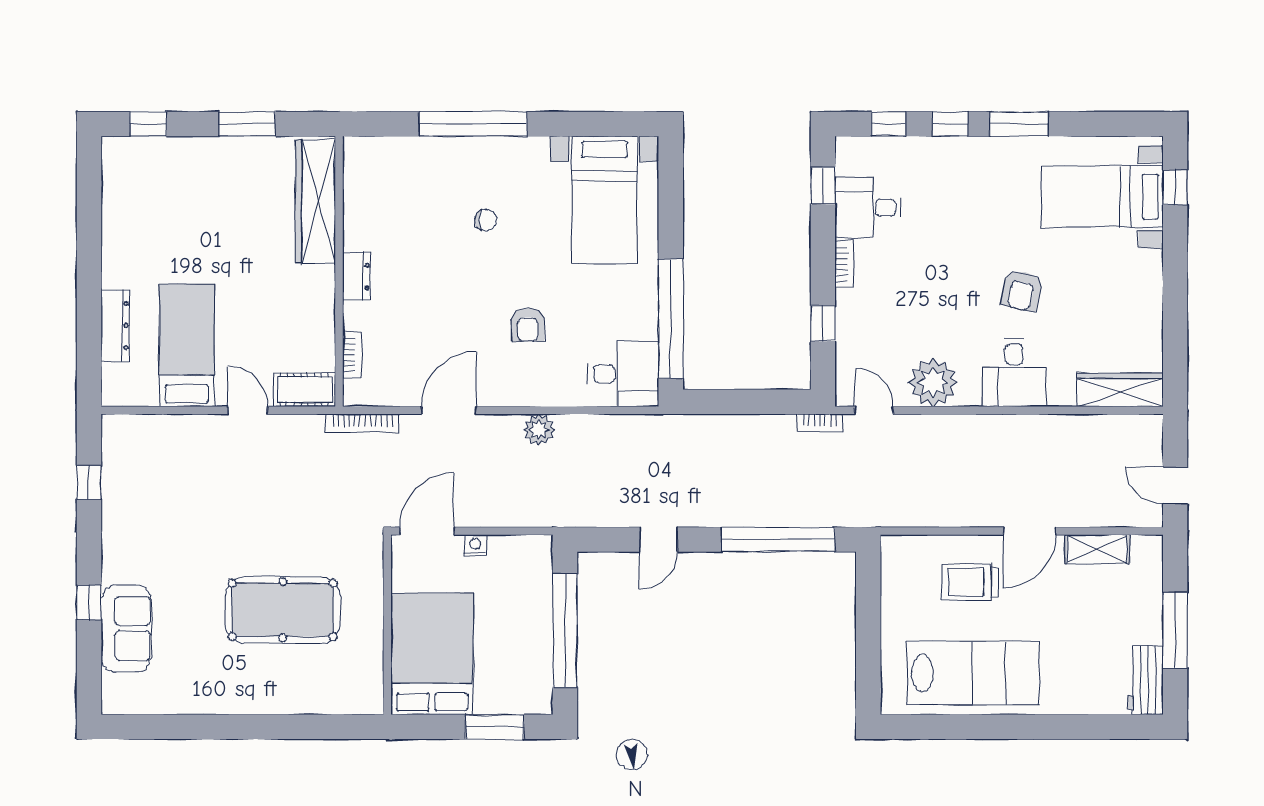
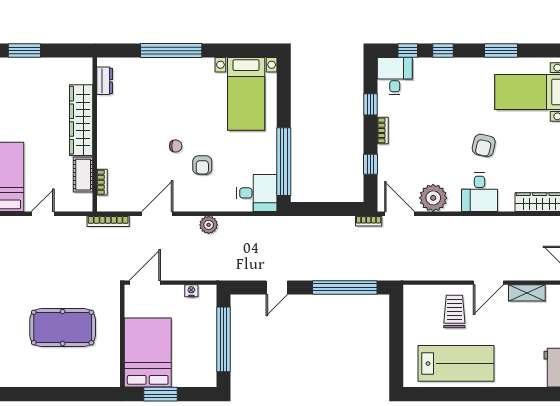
window: (247, 124) -> (24, 51), moved
window: (1019, 124) -> (501, 51), moved
window: (823, 186) -> (370, 104), moved
wardrobe: (315, 201) -> (81, 120), moved
desk: (868, 208) -> (395, 76), moved, turned 90
chair: (486, 220) -> (176, 146), moved
dresser: (356, 277) -> (105, 81), moved
cot: (304, 390) -> (83, 175), moved, turned 90
door: (248, 410) -> (43, 214), hinge flipped
door: (874, 410) -> (400, 214), width x1.38
nightstand: (475, 545) -> (191, 291), moved
trolley: (970, 582) -> (454, 312), turned 90
window: (495, 727) -> (161, 394), moved

